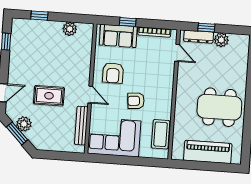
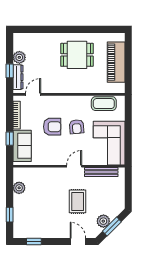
armchair: (113, 73) -> (52, 127), moved
dining table: (219, 107) -> (77, 55), width x0.73

